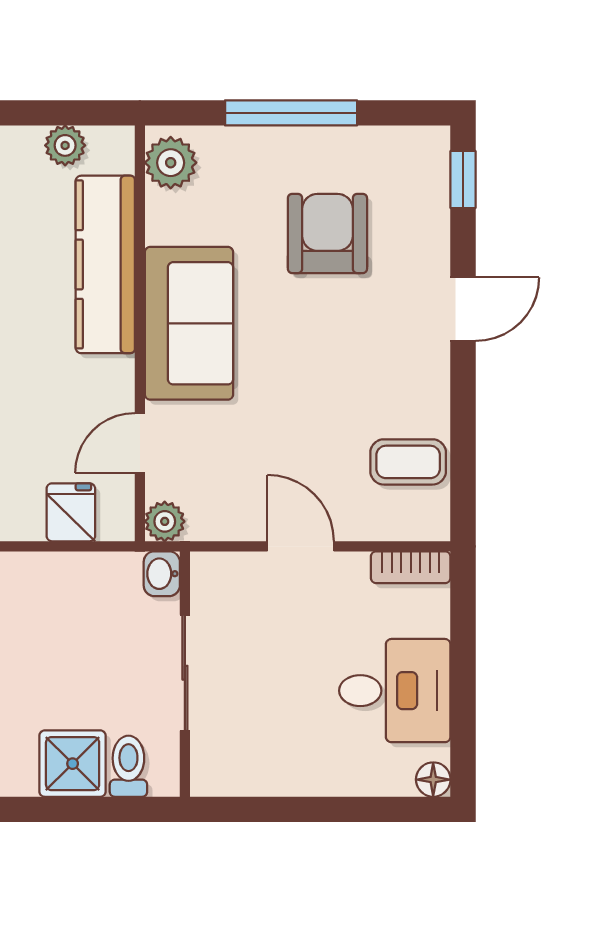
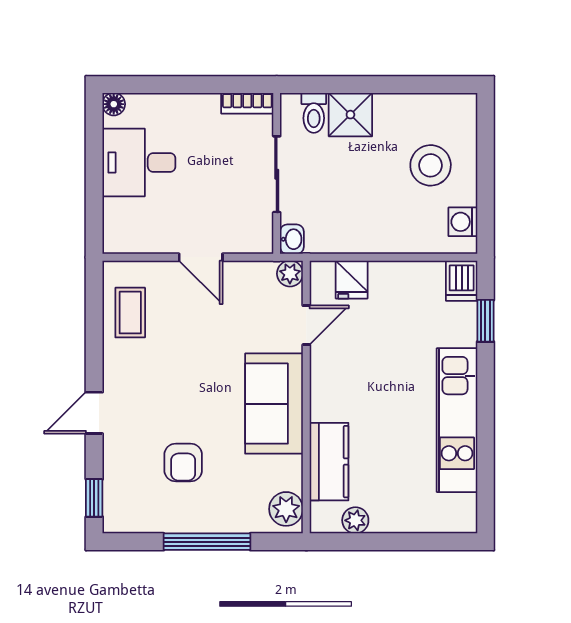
armchair: (327, 233) -> (183, 463), width x0.72, depth x0.72
kitchen counter: (105, 264) -> (329, 462), width x0.67
coffee table: (408, 462) -> (130, 313), turned 90
bookcase: (411, 567) -> (247, 103), moved, turned 180

